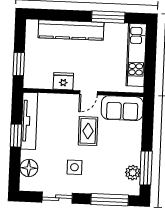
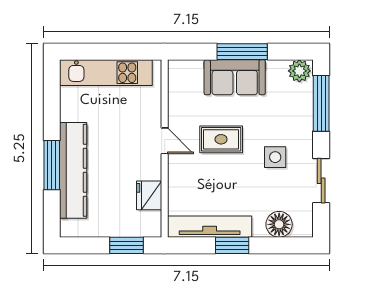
window: (108, 17) -> (52, 165), moved
fridge: (63, 81) -> (149, 195), moved
sofa: (122, 108) -> (235, 77), moved, turned 90
window: (146, 168) -> (242, 52), moved
plant: (133, 173) -> (299, 71), moved

